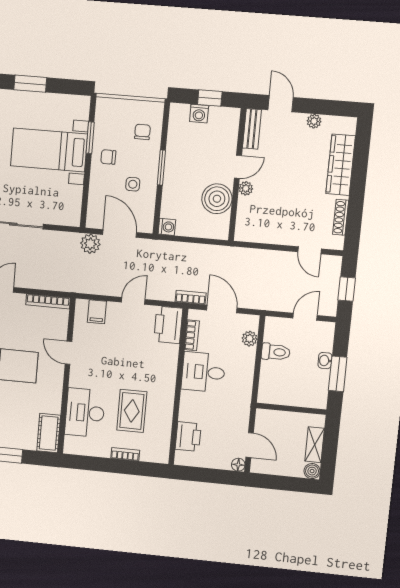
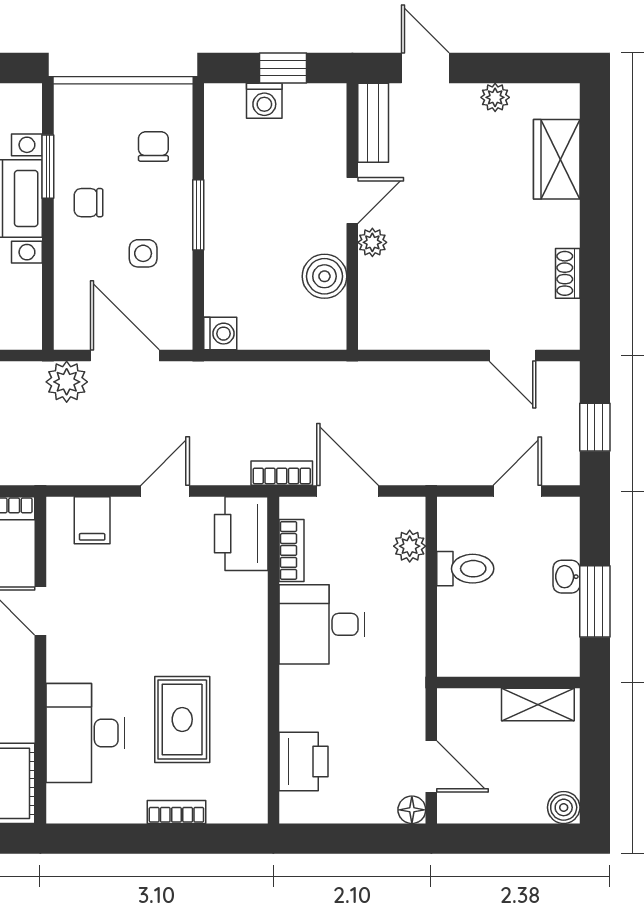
wardrobe: (341, 165) -> (557, 159), width x0.67
boiler: (217, 199) -> (324, 276), width x0.73, depth x0.73
shoe rack: (341, 217) -> (568, 273), width x0.70
shelving: (315, 445) -> (538, 705), moved, turned 90

